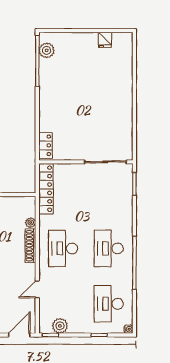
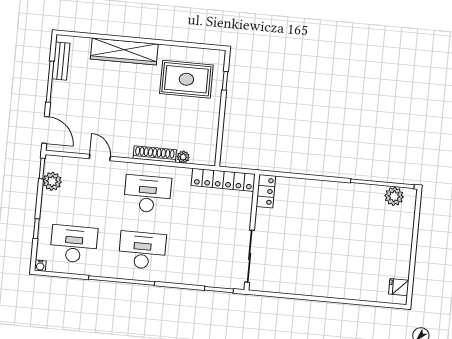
fridge: (105, 40) -> (399, 287), moved
locker: (45, 145) -> (266, 191), moved, turned -90

